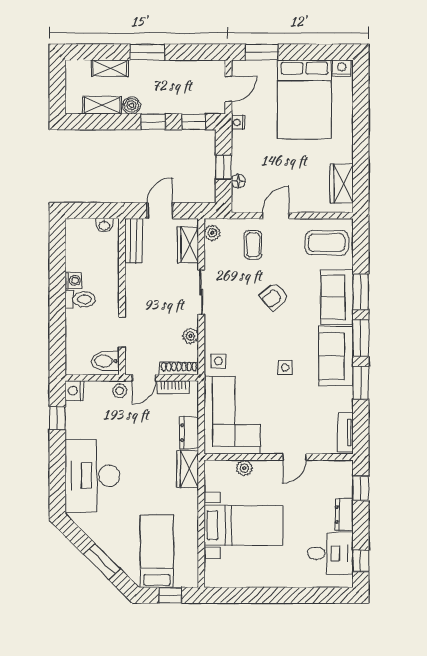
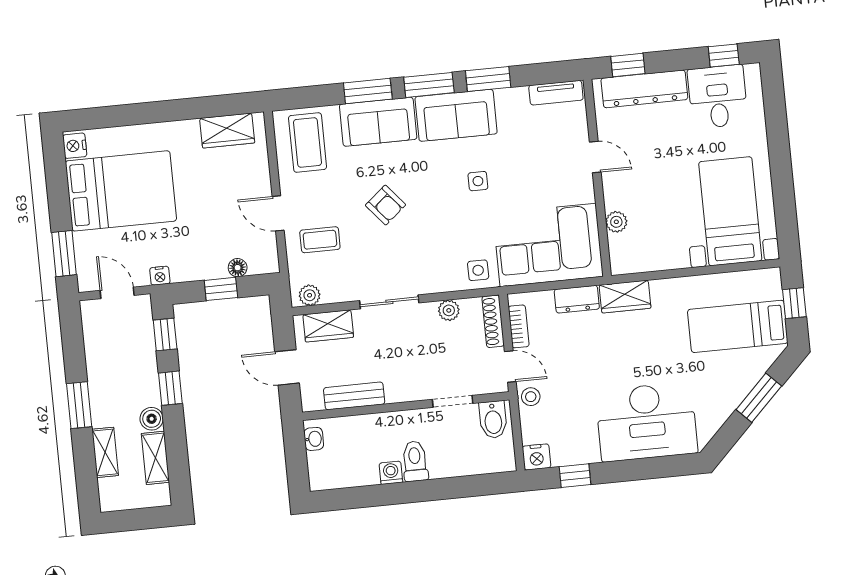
bench: (134, 241) -> (354, 396), moved
dresser: (344, 514) -> (644, 89), width x1.96, depth x1.24
bed with nightstands: (244, 525) -> (730, 211), moved

